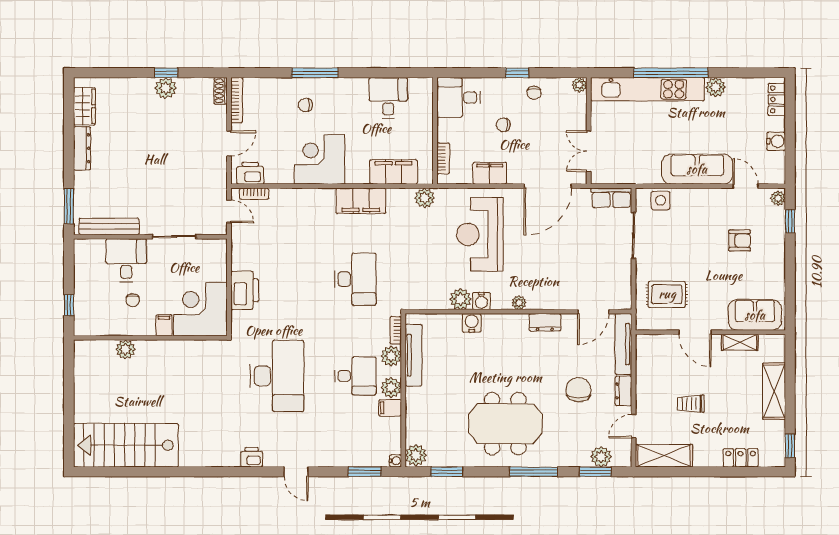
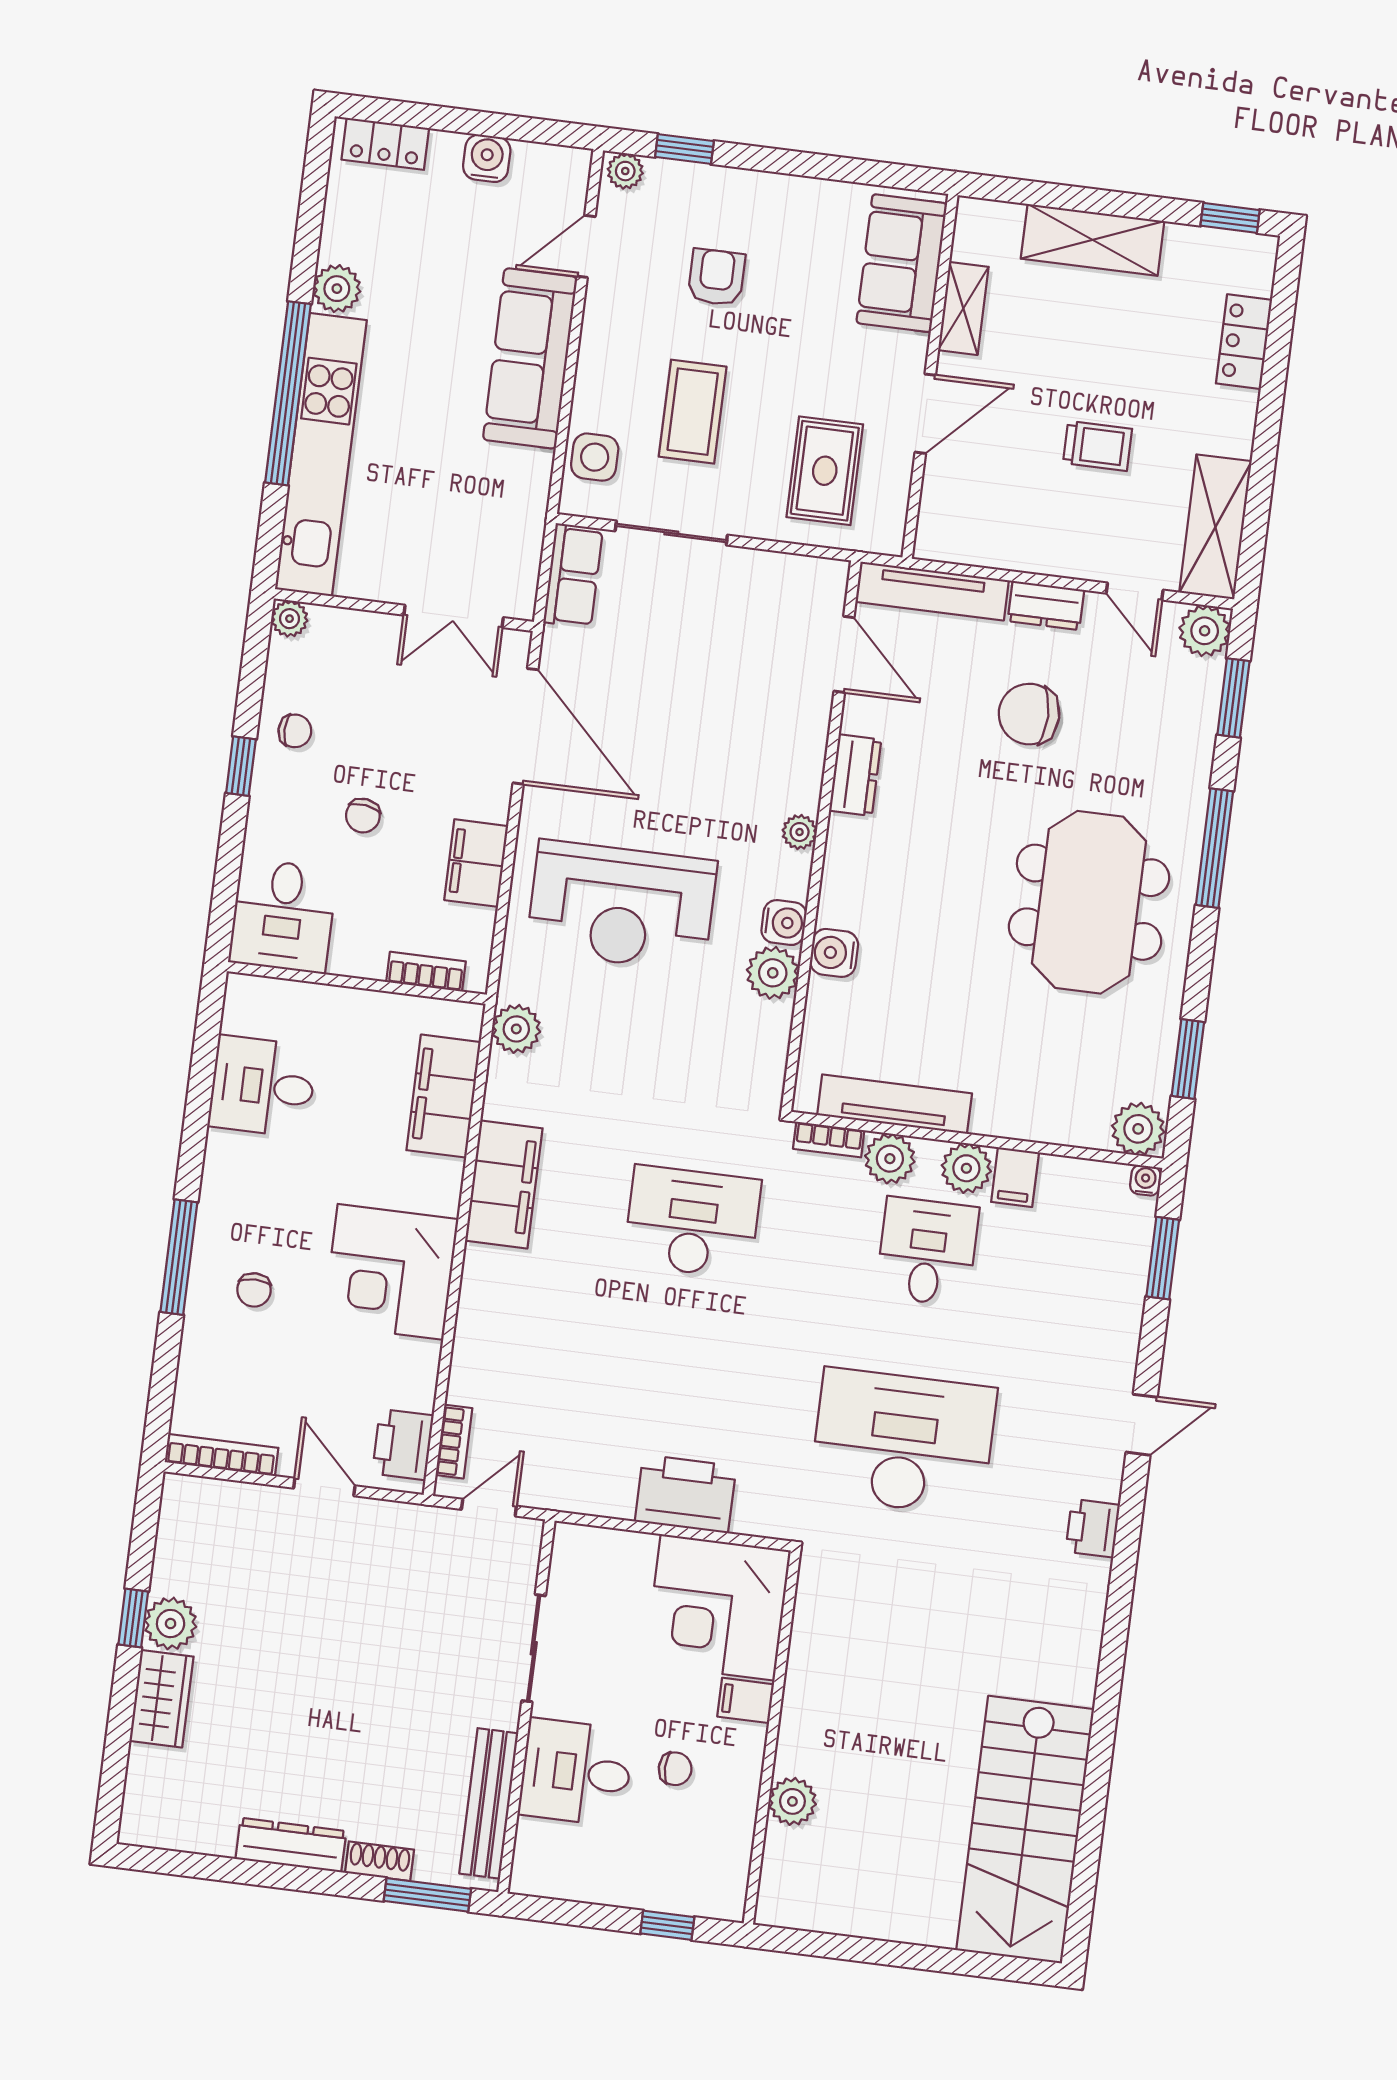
shoe rack: (221, 91) -> (379, 1861), moved, turned 180
wardrobe: (84, 106) -> (162, 1699), moved, turned 90
coffee table: (684, 238) -> (693, 412), added
trolley: (691, 404) -> (1097, 446), turned -90
plant: (601, 457) -> (1205, 631), moved

